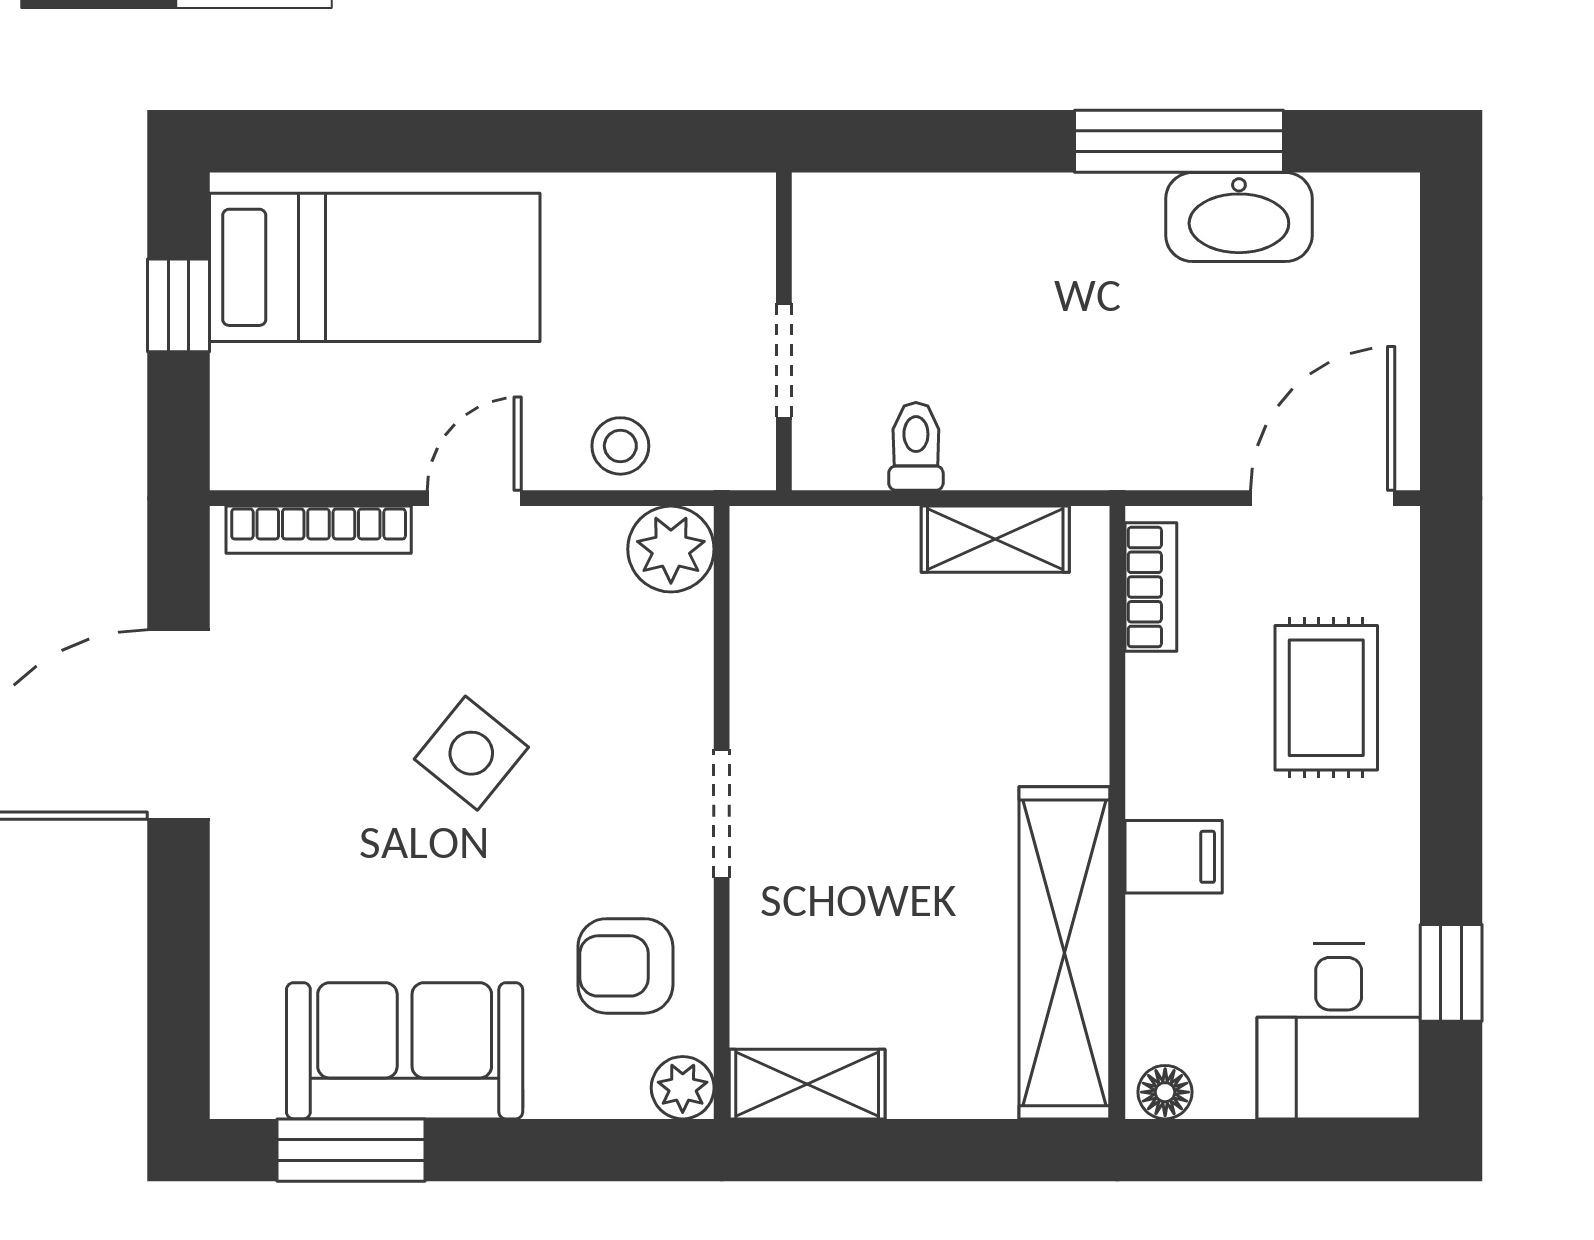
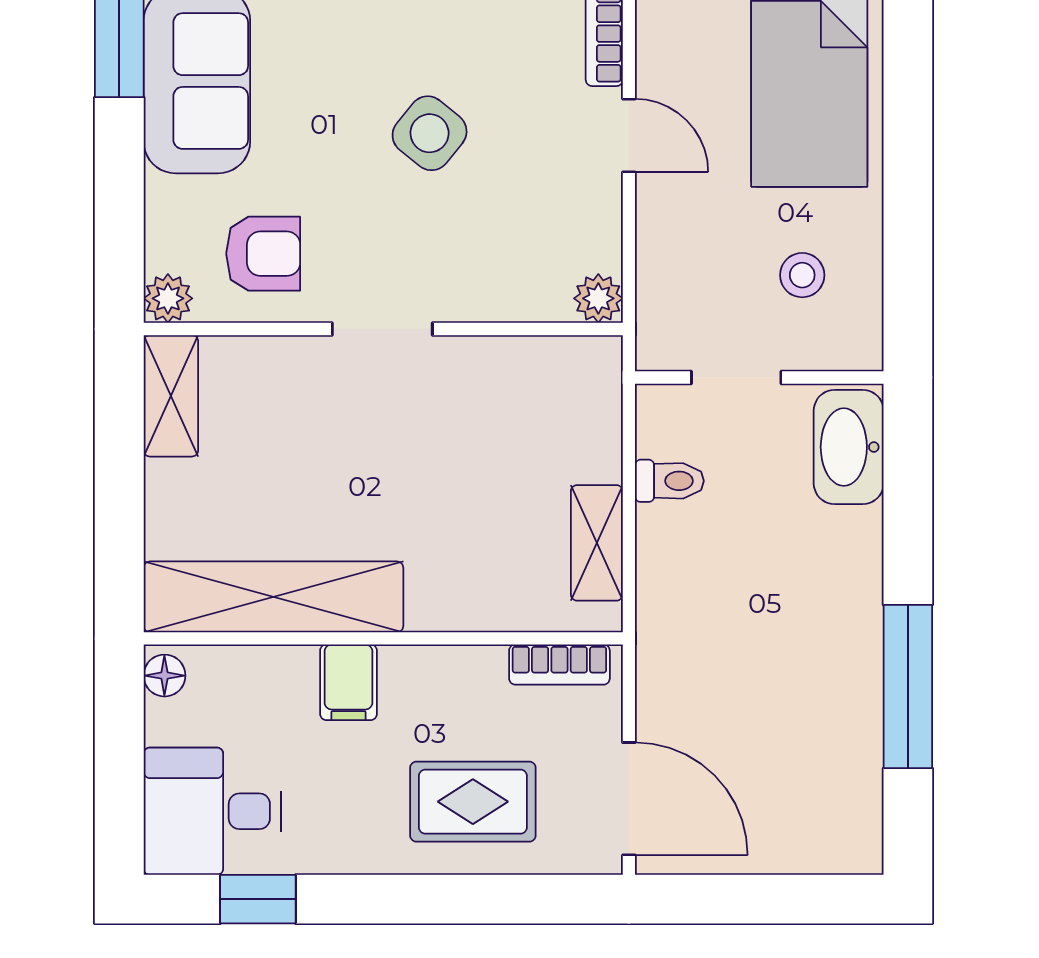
washbasin: (1239, 217) -> (849, 447), moved
stool: (620, 446) -> (802, 275), moved
plant: (671, 549) -> (598, 298), width x0.73, depth x0.73
armchair: (625, 966) -> (263, 254), turned 90

